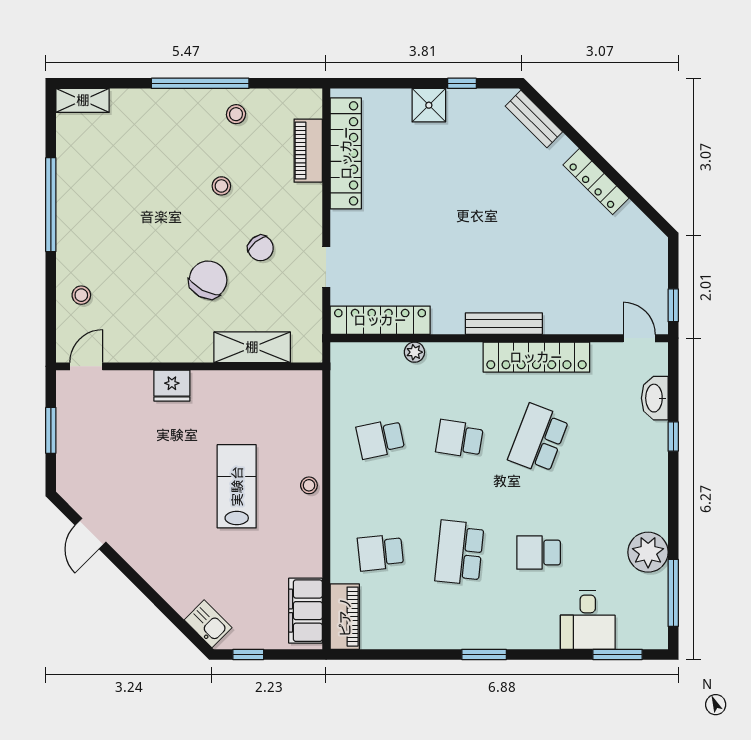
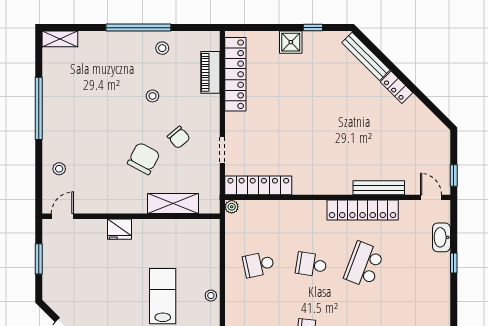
bench: (534, 119) -> (366, 56), width x1.36
locker: (596, 182) -> (396, 87), width x0.66
bench: (504, 324) -> (379, 188), moved
plant: (414, 352) -> (232, 207), moved

